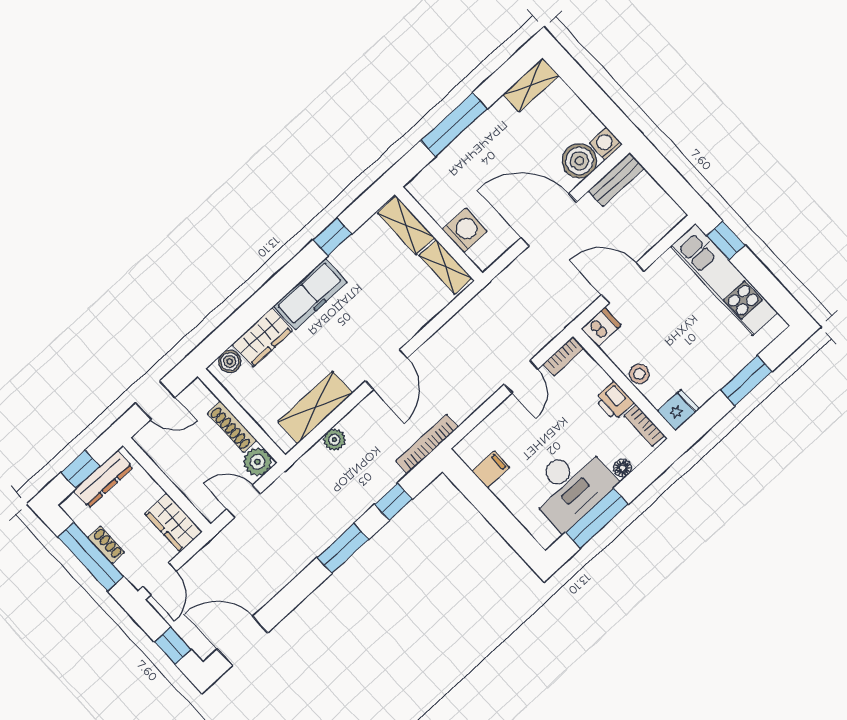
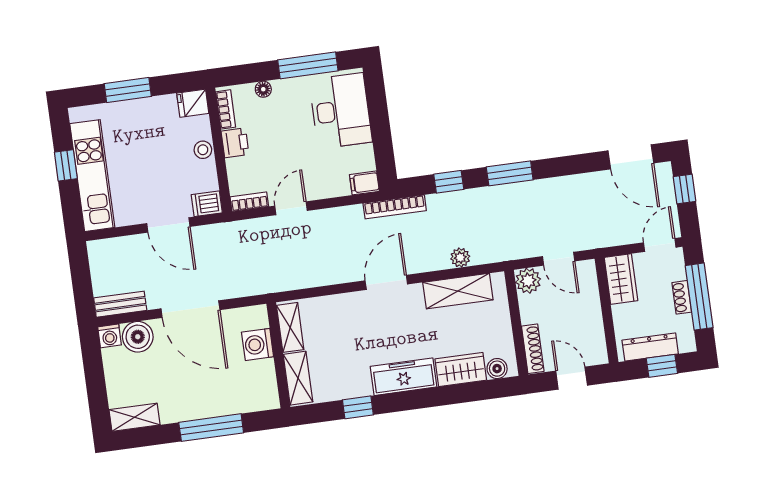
window: (726, 240) -> (66, 165), moved
shoe rack: (232, 427) -> (533, 349), moved
filing cabinet: (491, 469) -> (364, 183), moved
desk: (571, 486) -> (341, 111), moved, turned 90

